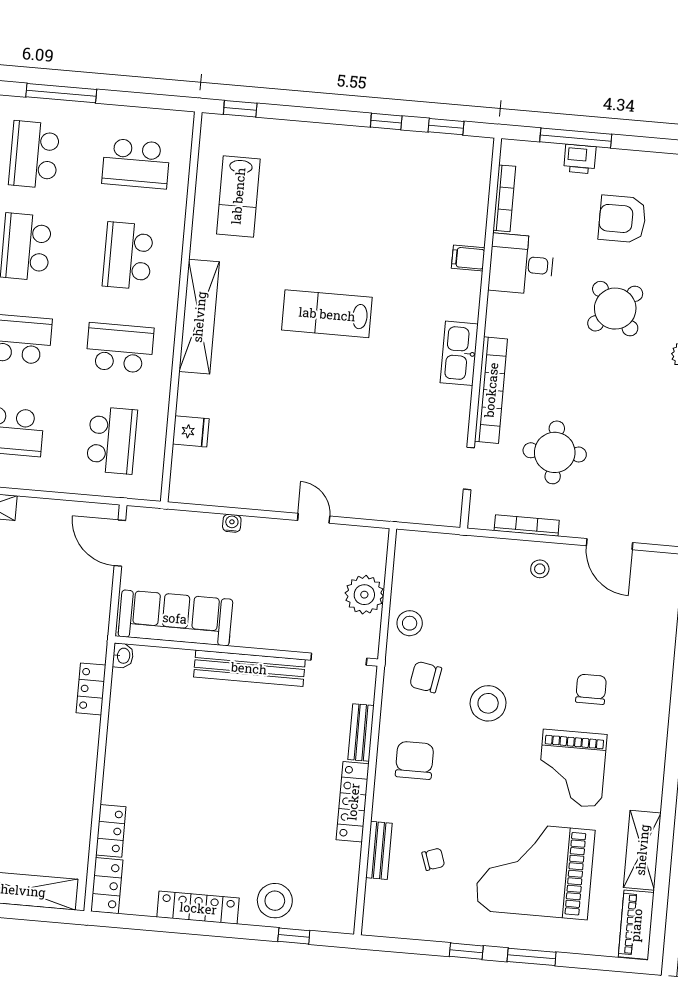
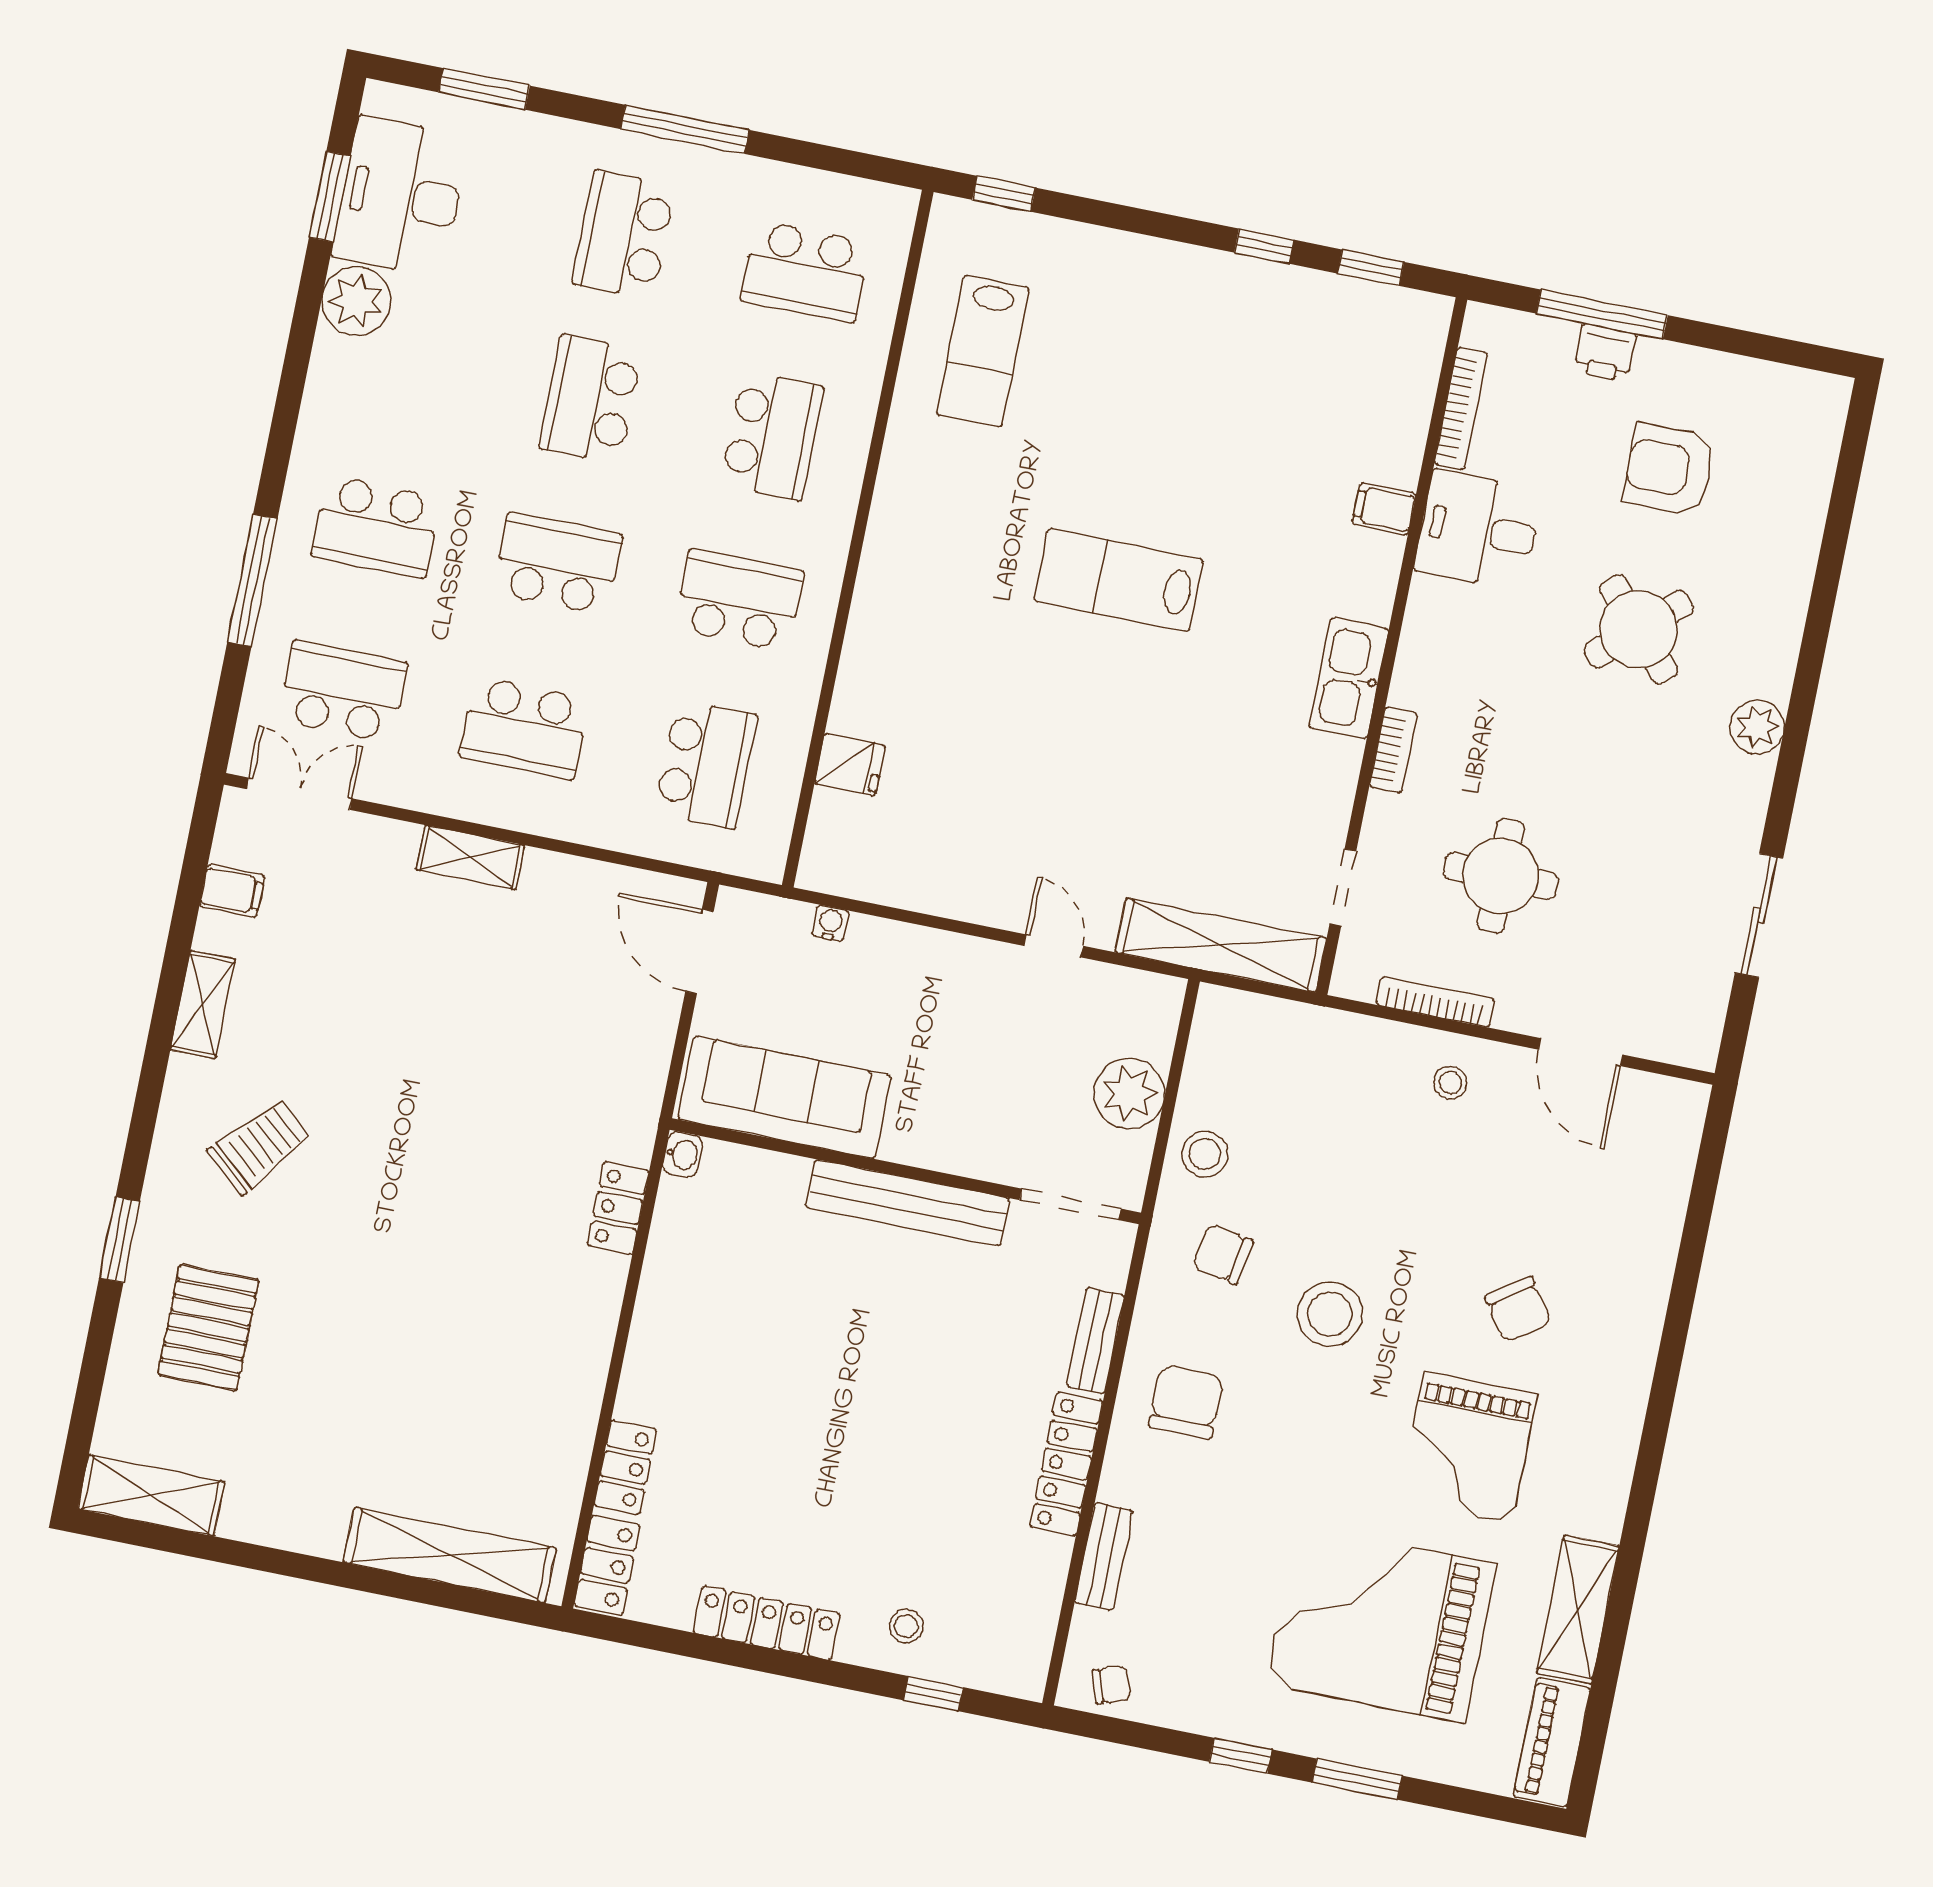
school desk: (128, 256) -> (772, 436), turned 180
shelving: (199, 317) -> (1221, 945), moved, turned 90
bookcase: (491, 390) -> (1393, 750), width x0.43, depth x0.76
water cooler: (232, 523) -> (830, 923), moved
chair: (591, 689) -> (1518, 1309), turned 145
chair: (433, 859) -> (1111, 1685), moved
stool: (275, 901) -> (906, 1626), width x0.53, depth x0.53

